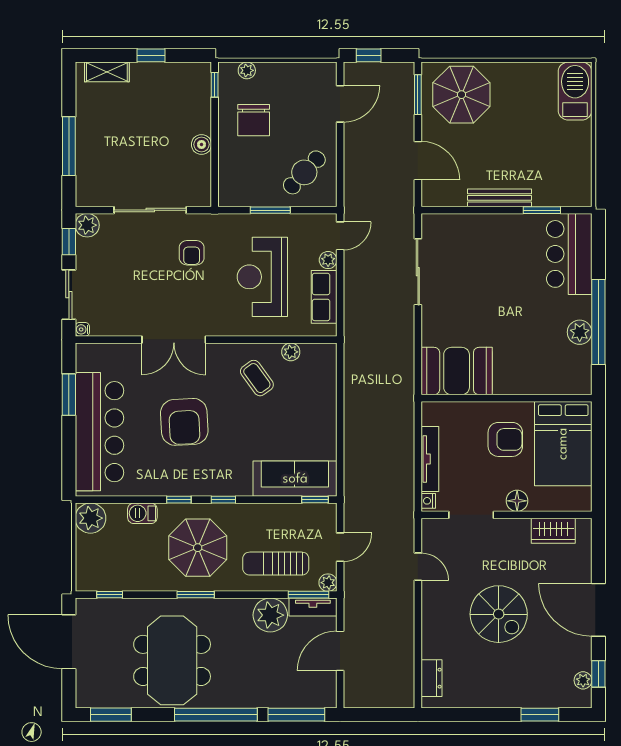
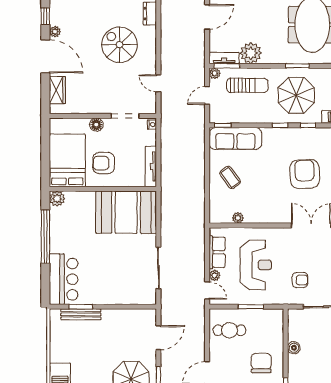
door: (418, 161) -> (158, 338), swing flipped
cafe table: (304, 172) -> (229, 330), turned 47
bench: (499, 198) -> (81, 314), moved
door: (340, 236) -> (207, 290), swing flipped
armchair: (192, 253) -> (300, 280), turned 90
plant: (580, 332) -> (57, 199), moved
booth: (457, 371) -> (126, 212), width x1.36, depth x1.42
coffee table: (257, 378) -> (230, 177), moved
tv unit: (430, 459) -> (151, 167), moved
wardrobe: (553, 531) -> (57, 90), moved, turned 90
spiral stairs: (499, 614) -> (120, 45), moved
door: (340, 651) -> (207, 17), moved
plant: (583, 680) -> (55, 32), moved

